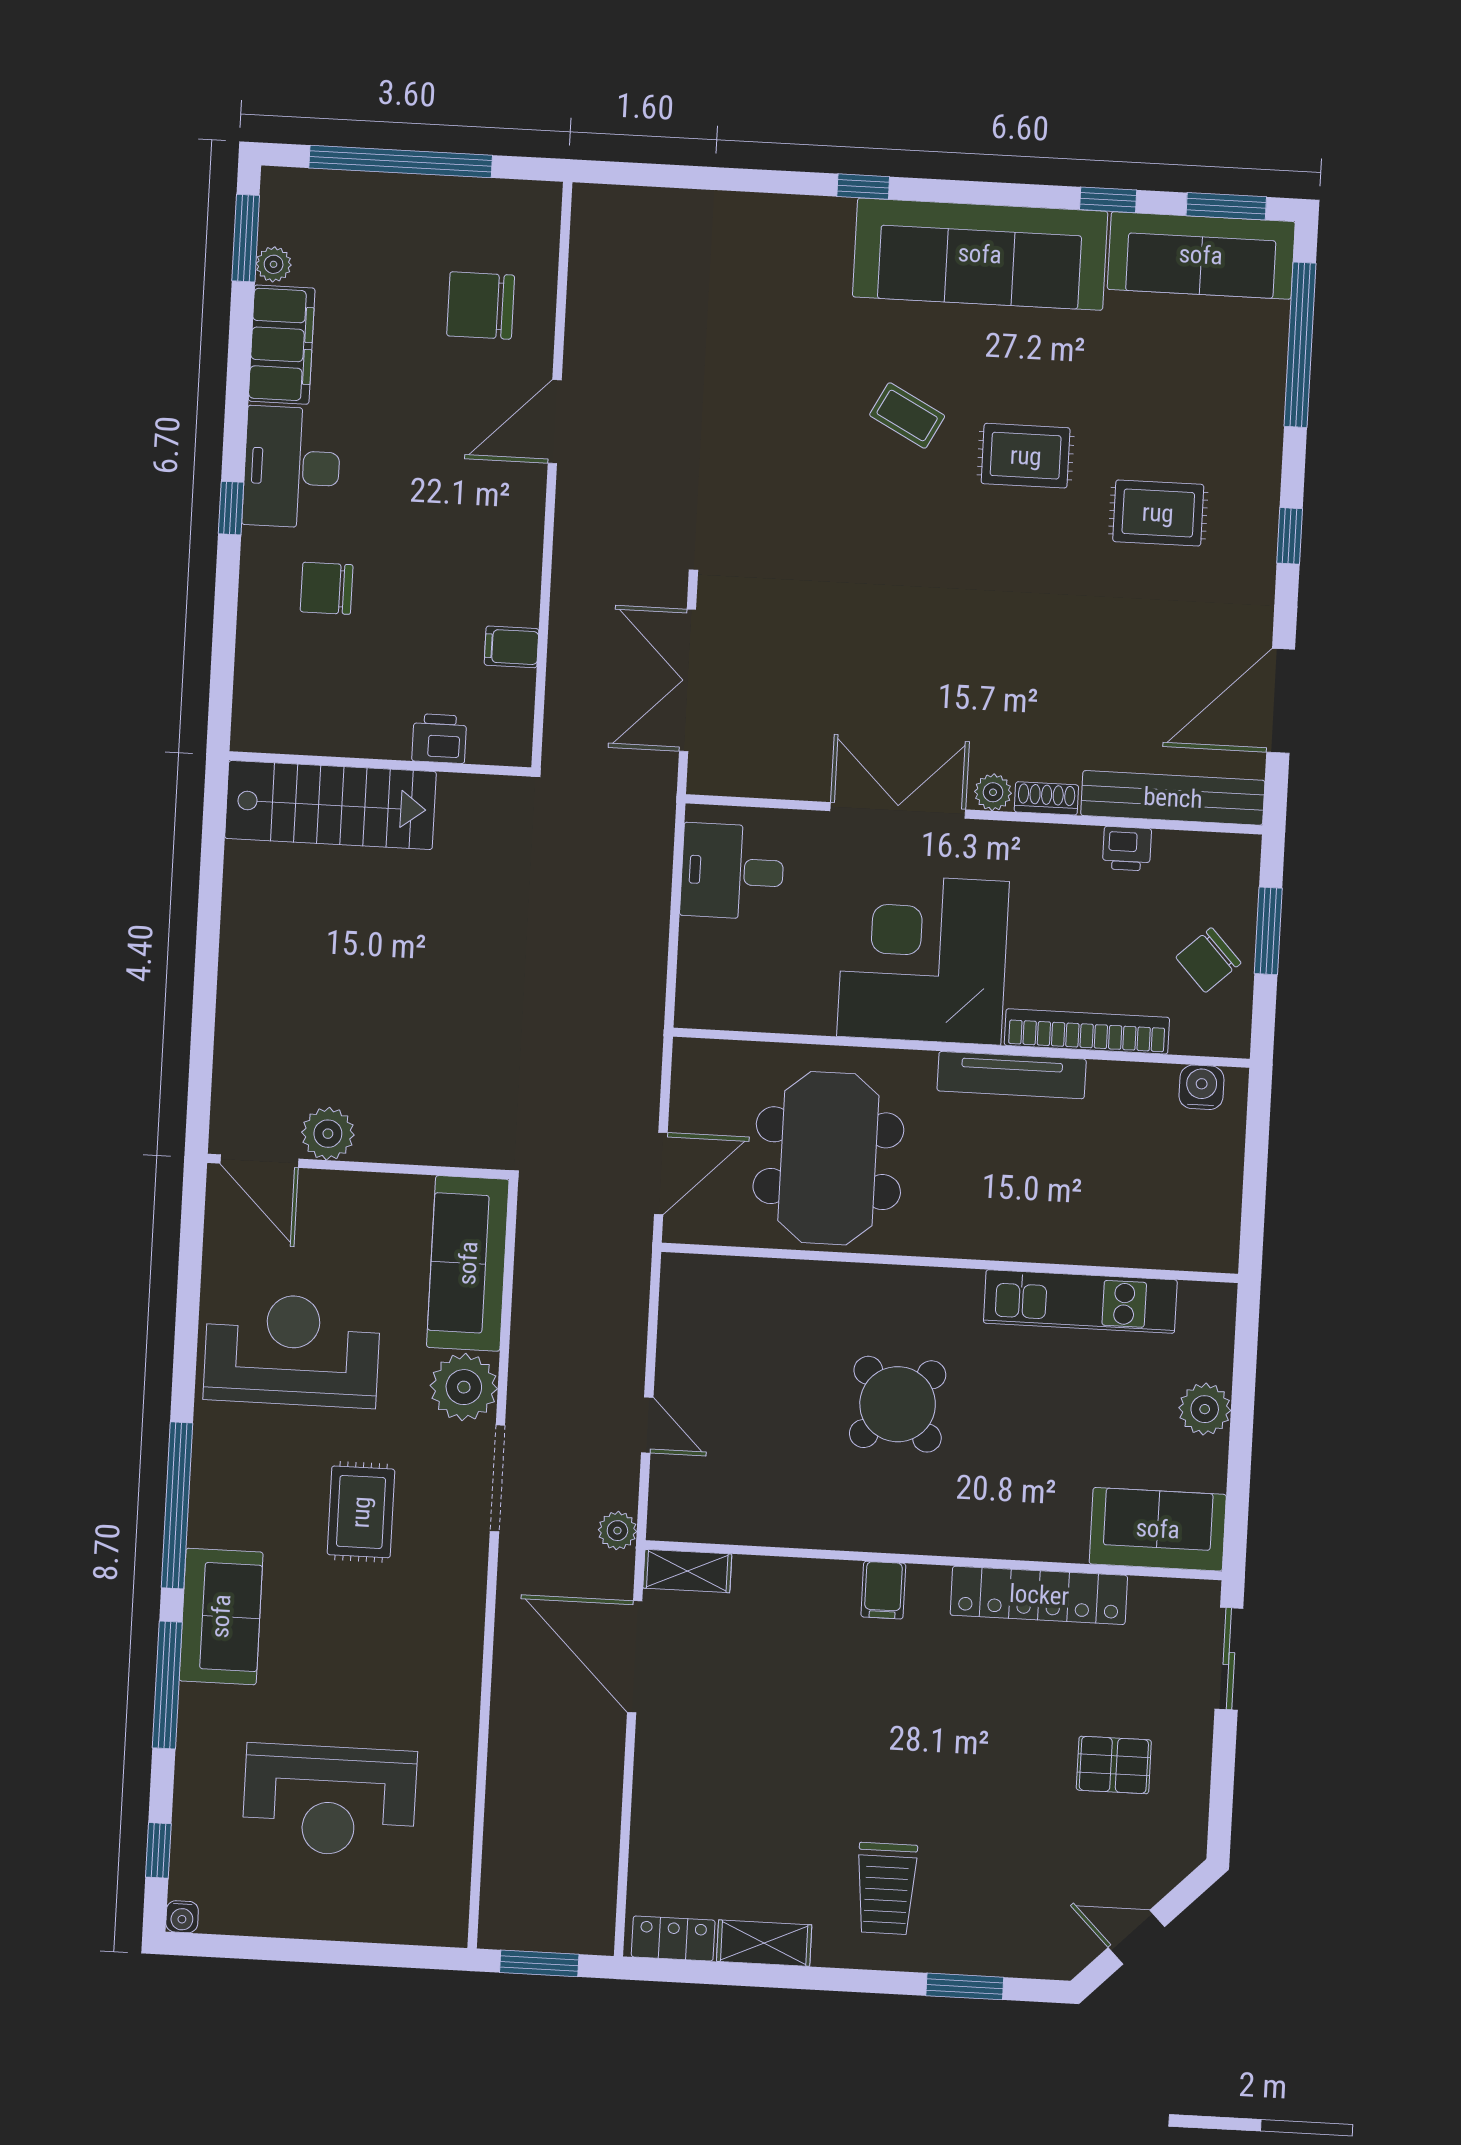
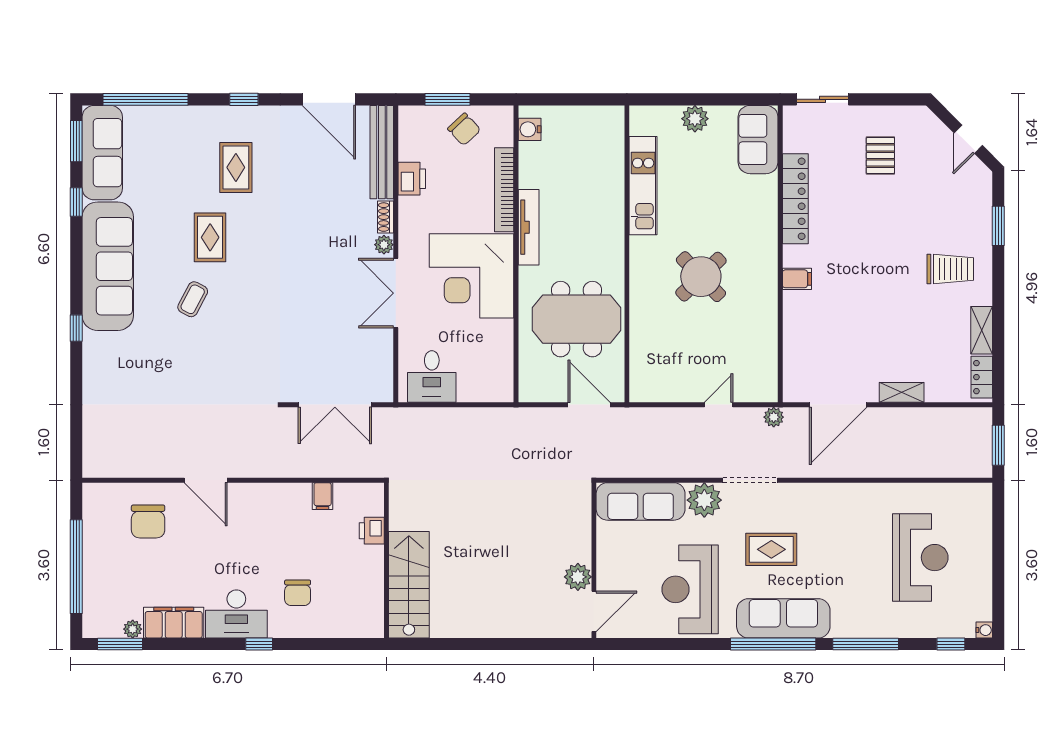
printer: (1127, 849) -> (412, 179), width x1.36, depth x1.24
shelving: (687, 1571) -> (902, 392), moved, turned 90
sofa: (221, 1616) -> (783, 618), moved, width x1.36

